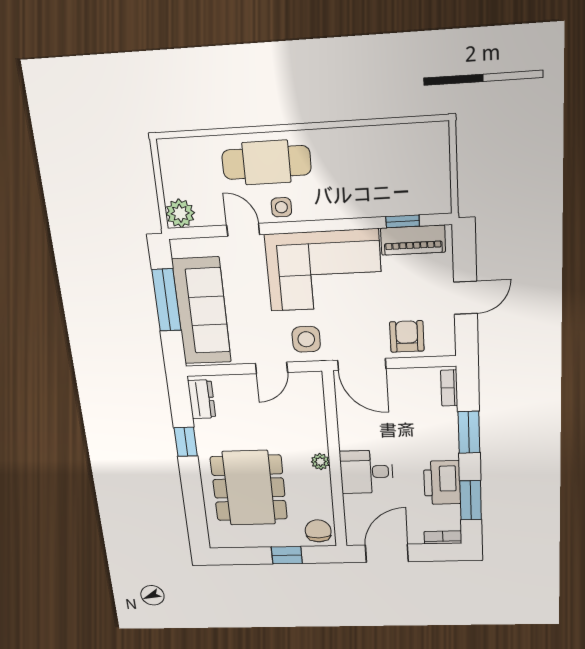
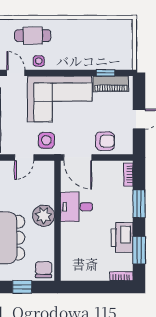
cafe table: (266, 162) -> (33, 36), width x0.73, depth x0.74
armchair: (407, 336) -> (105, 141), turned 90
plant: (320, 462) -> (44, 216), width x1.87, depth x1.87
desk: (366, 472) -> (76, 207), moved
door: (387, 553) -> (86, 287), removed

